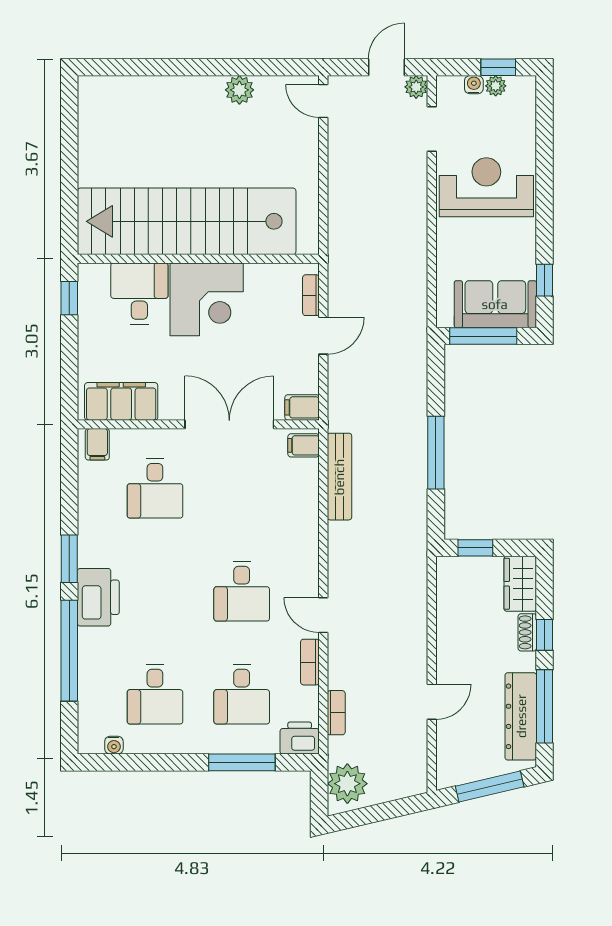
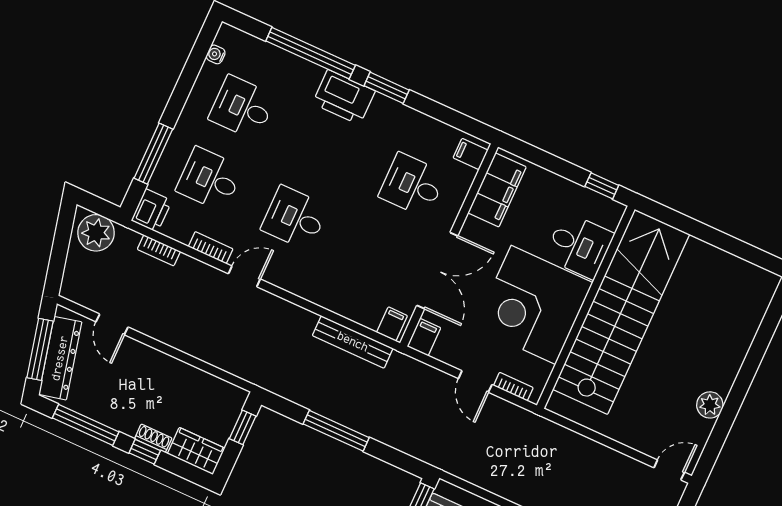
corner desk: (207, 299) -> (533, 305), width x1.36, depth x1.36
door: (432, 702) -> (112, 324), moved
dresser: (521, 716) -> (60, 358), moved, turned 77

